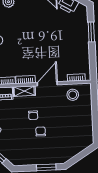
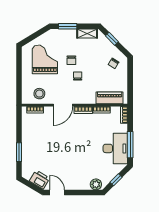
shelving: (24, 91) -> (87, 33), moved
grand piano: (69, 131) -> (45, 59), added

